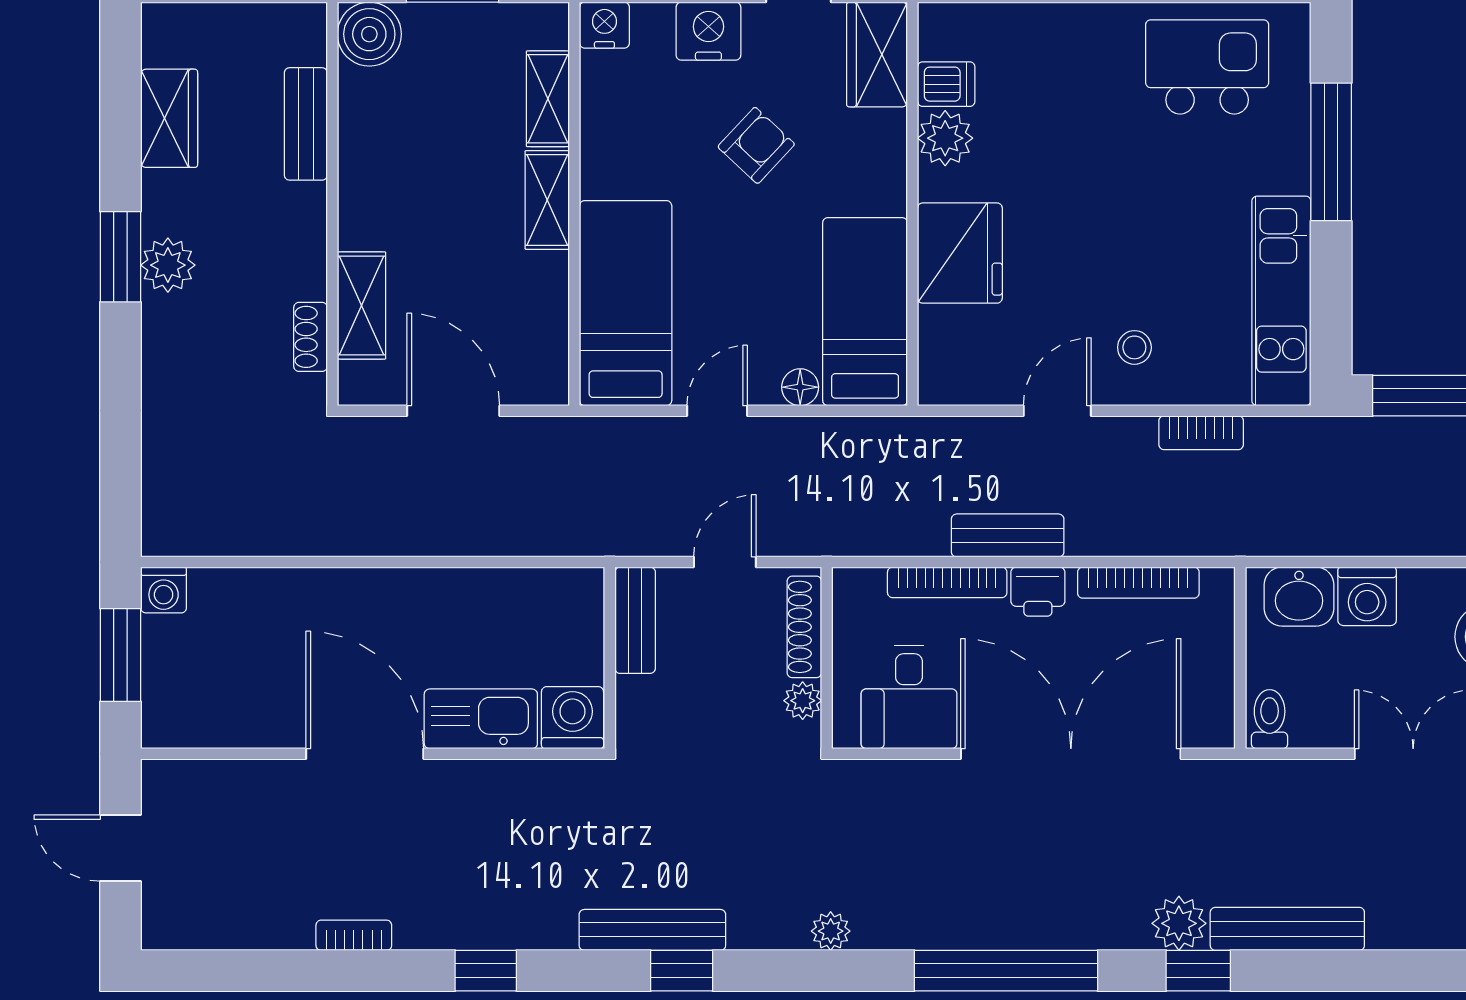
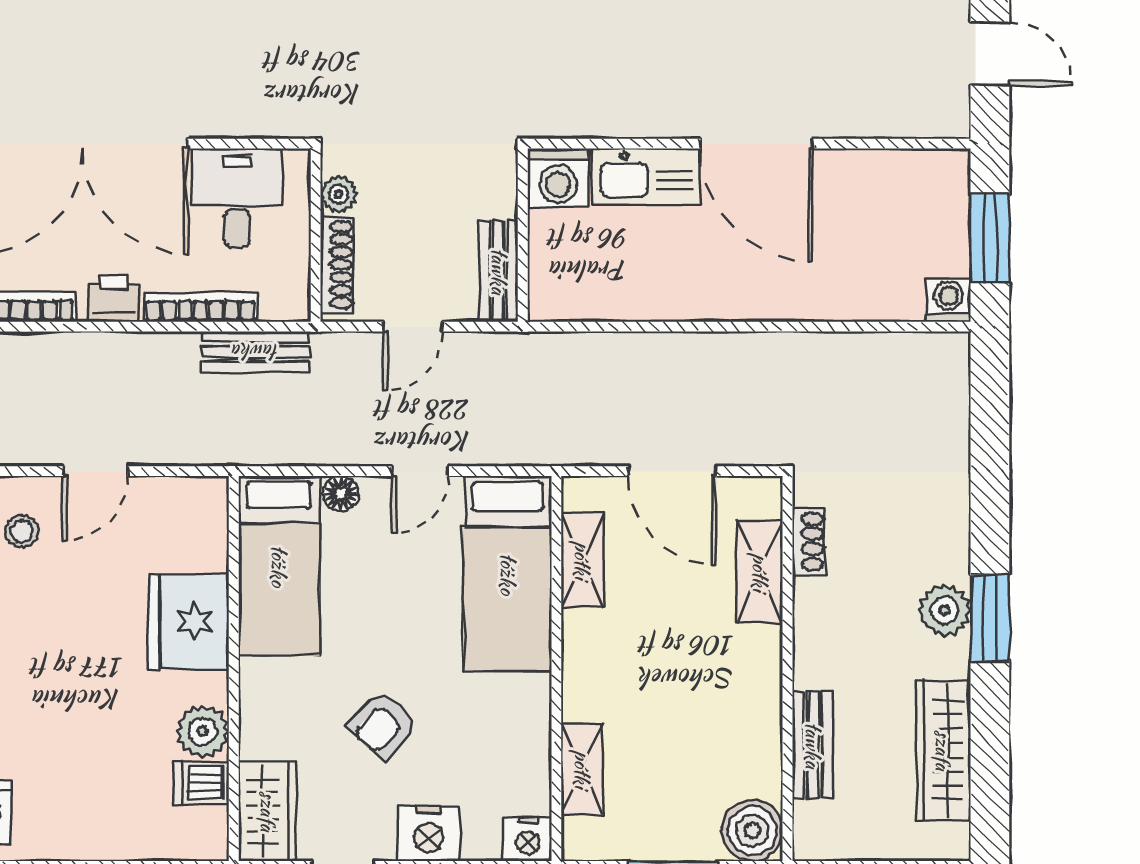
wardrobe: (169, 118) -> (943, 750), width x1.50
shelving: (547, 200) -> (582, 560), moved
bench: (1008, 535) -> (256, 352), moved

